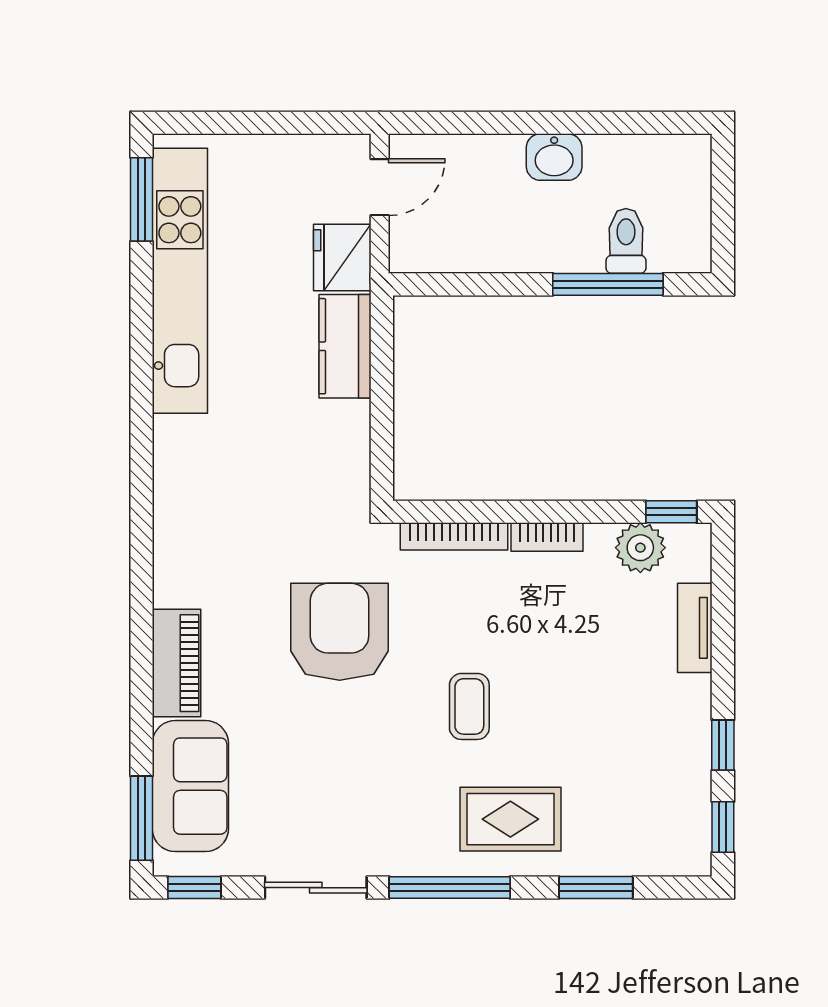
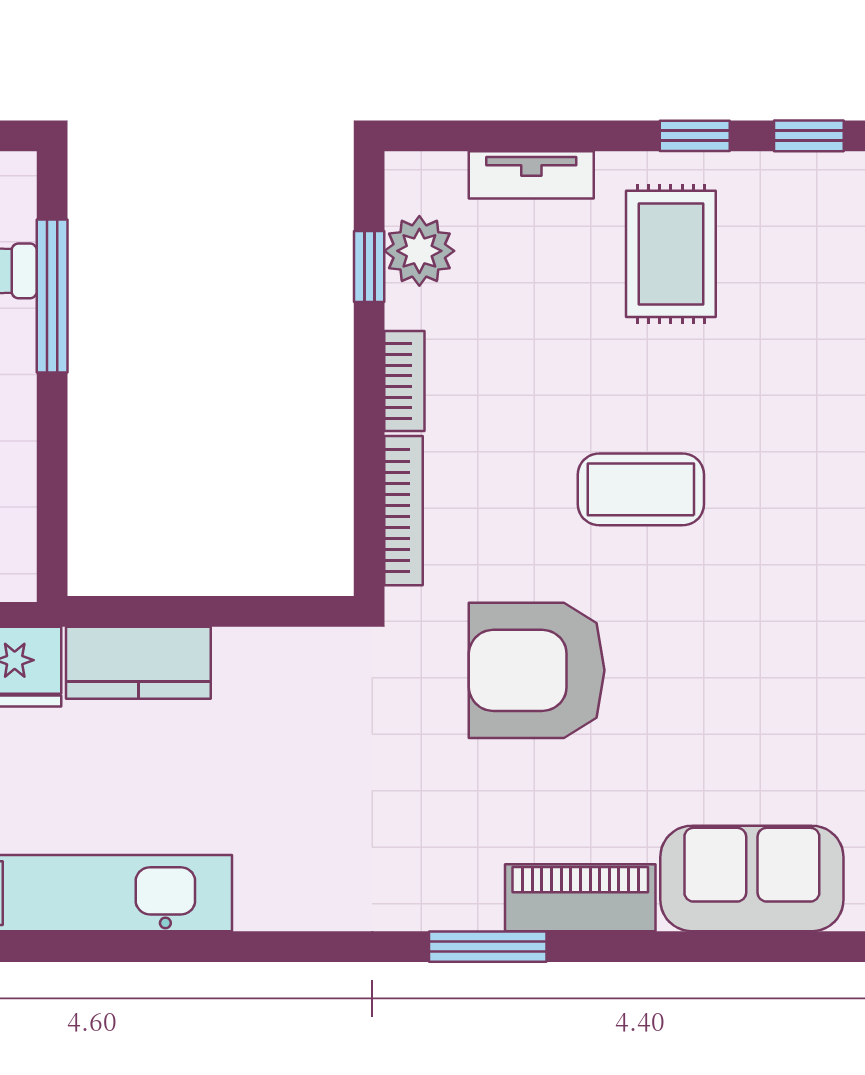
window: (671, 512) -> (369, 267), moved
coffee table: (469, 706) -> (641, 489), width x1.36, depth x1.30
window: (142, 818) -> (488, 947), moved
rug: (510, 819) -> (671, 254), moved

